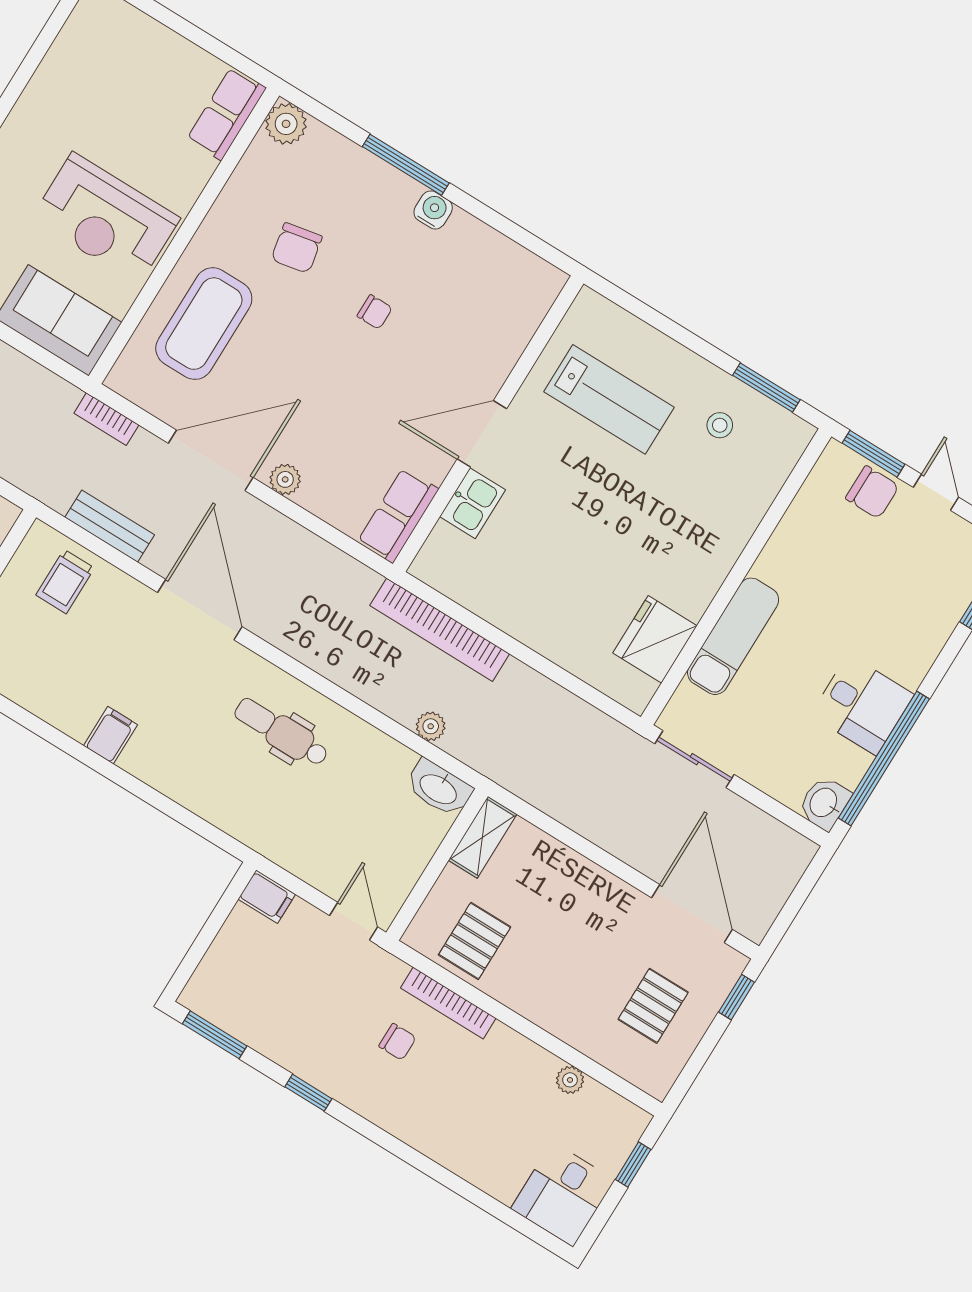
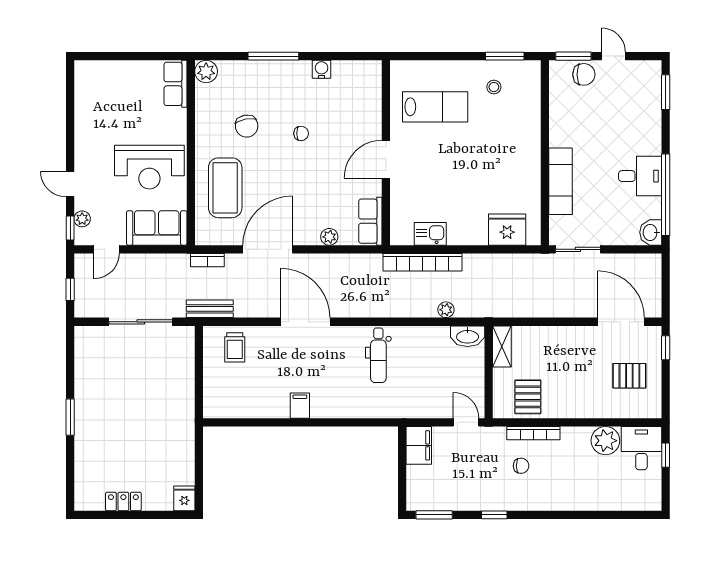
water cooler: (433, 210) -> (322, 69), moved
plant: (285, 479) -> (329, 237), moved
kitchen sink: (472, 503) -> (430, 234), moved, turned -90
bench: (110, 526) -> (210, 309), moved
fridge: (655, 639) -> (507, 230), moved, turned 90
dental chair: (281, 732) -> (378, 355), turned -90
filing cabinet: (267, 897) -> (419, 445), width x2.00
pallet: (653, 1006) -> (629, 376), turned 90
plant: (570, 1080) -> (605, 441), width x1.88, depth x1.88
desk: (563, 1194) -> (641, 448), moved, turned 180

